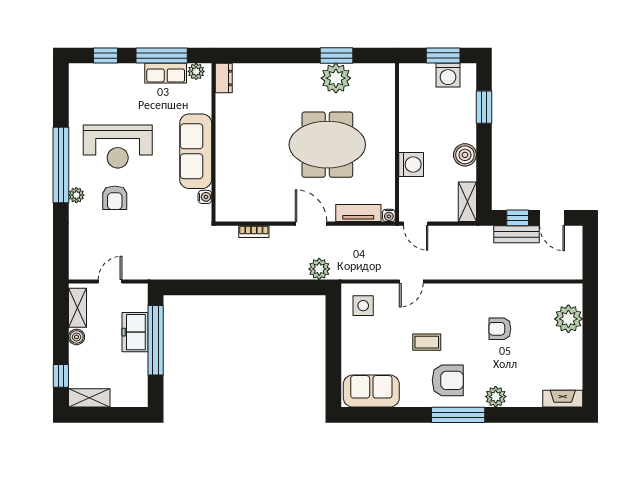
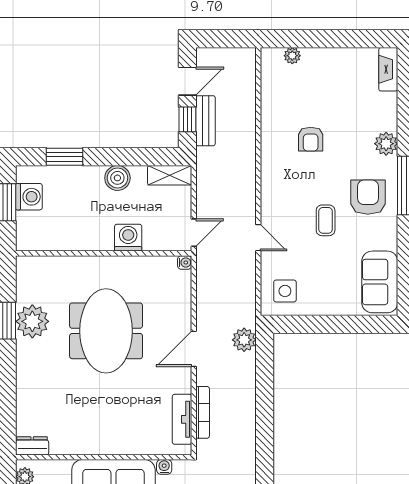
tv unit: (358, 213) -> (182, 419), moved
bookcase: (254, 232) -> (203, 412), width x1.56
plant: (568, 319) -> (292, 56), width x0.53, depth x0.53

